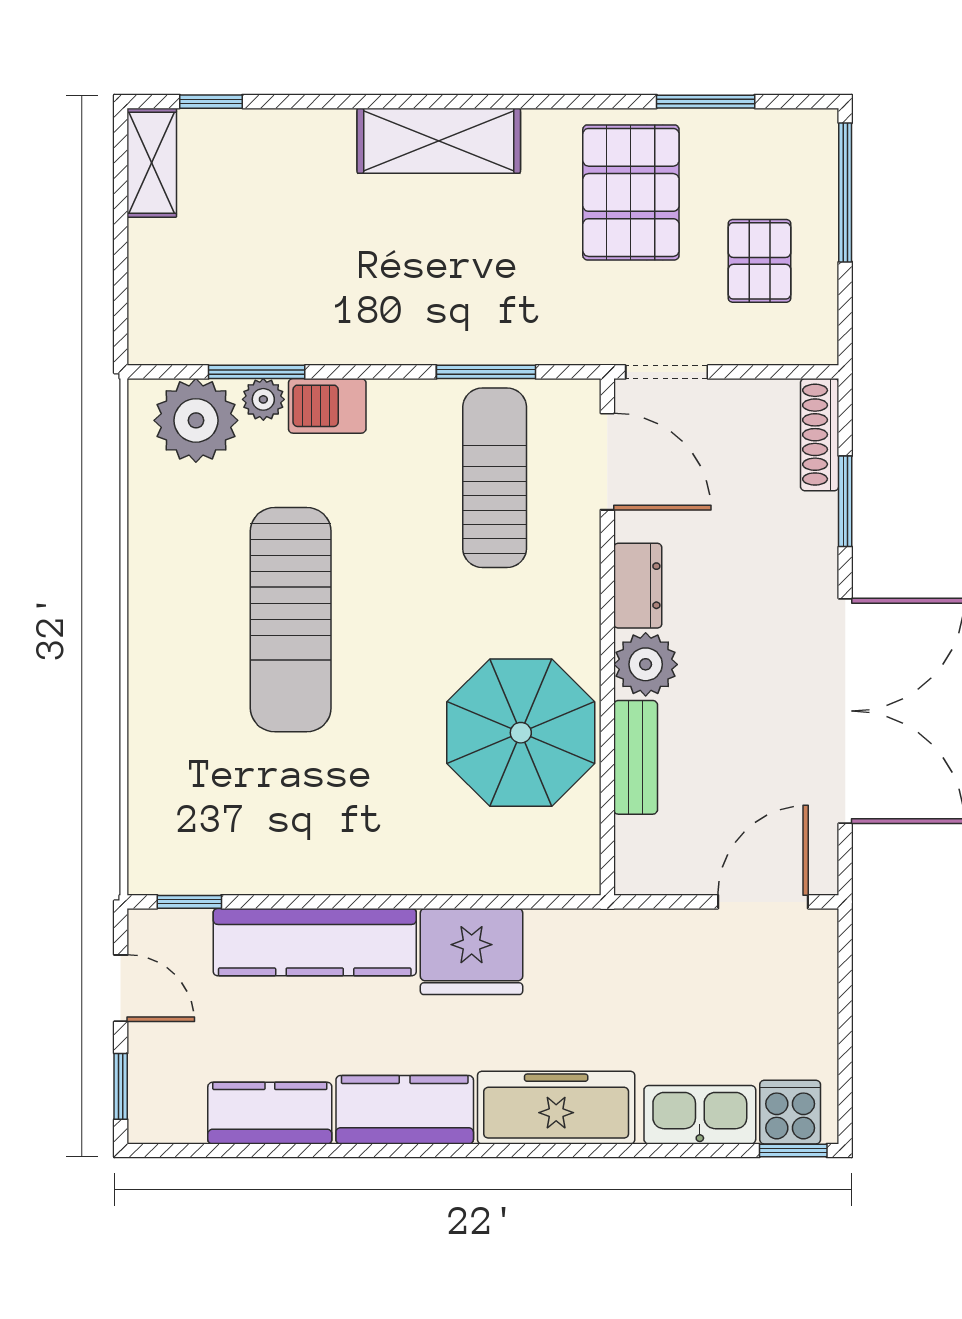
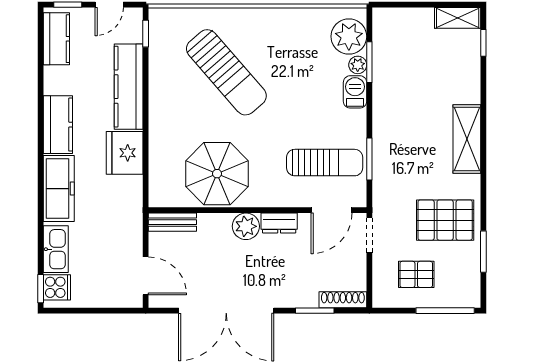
sun lounger: (291, 620) -> (226, 72), moved, turned -131
bench: (636, 757) -> (172, 222), moved
kitchen counter: (270, 1113) -> (56, 39), moved

